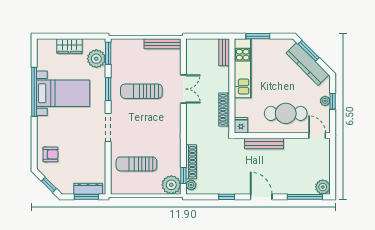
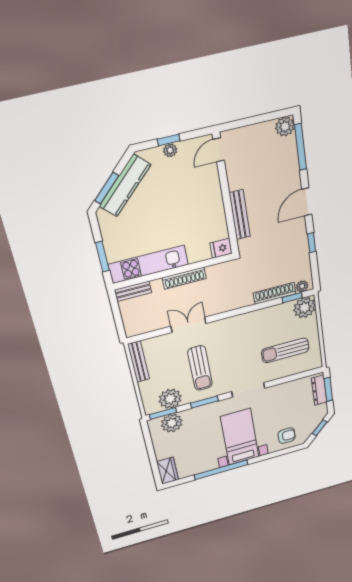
wardrobe: (69, 46) -> (168, 471), moved
plant: (120, 62) -> (170, 399), added
bed with nightstands: (63, 93) -> (240, 437), moved
shoe rack: (224, 109) -> (184, 278), moved
cafe table: (286, 113) -> (196, 197), removed
armchair: (51, 154) -> (287, 436), turned 90
sun lounger: (136, 164) -> (285, 350), turned 90

